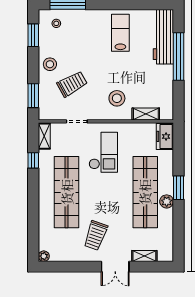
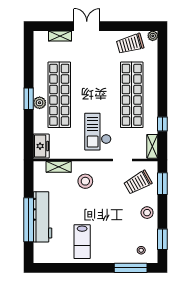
workbench: (163, 37) -> (42, 217), moved
trolley: (72, 84) -> (138, 182), moved
plant: (167, 201) -> (40, 103), moved
trolley: (96, 236) -> (130, 44), moved, turned -125

